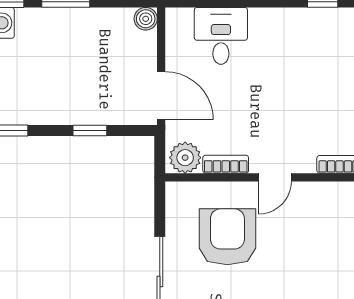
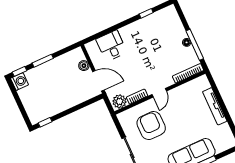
boiler: (146, 19) -> (84, 66), moved
window: (90, 130) -> (76, 108), removed

